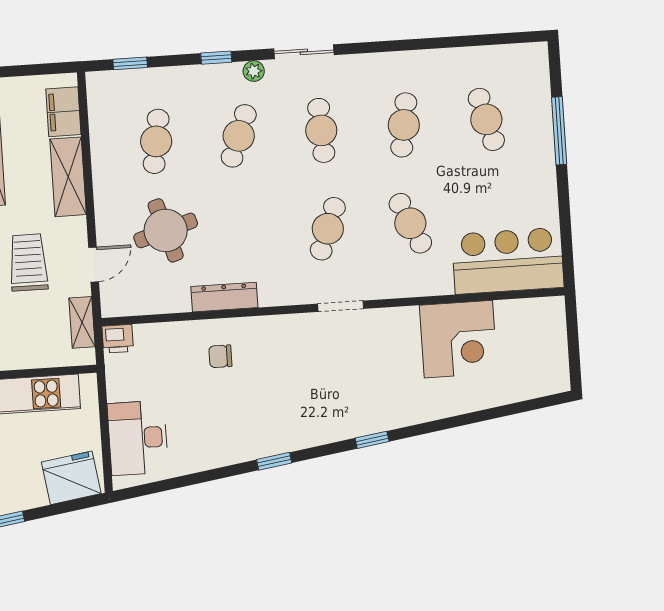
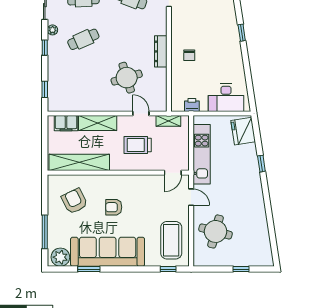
cafe table: (239, 136) -> (83, 39), turned -45
cafe table: (156, 141) -> (83, 79), removed
printer: (118, 339) -> (192, 105), moved, turned -90

